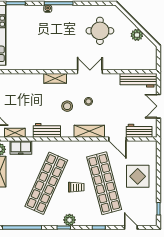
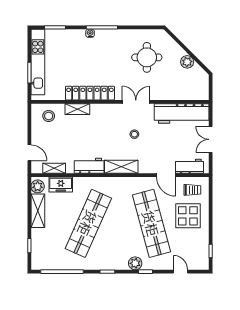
locker: (48, 64) -> (90, 93), added
shelving: (55, 78) -> (77, 109), moved
workbench: (139, 80) -> (182, 114), width x1.36, depth x1.32
stool: (67, 106) -> (49, 116), moved
shelving: (89, 131) -> (121, 167), moved
trolley: (76, 187) -> (192, 190), moved
plant: (69, 220) -> (135, 263), moved

